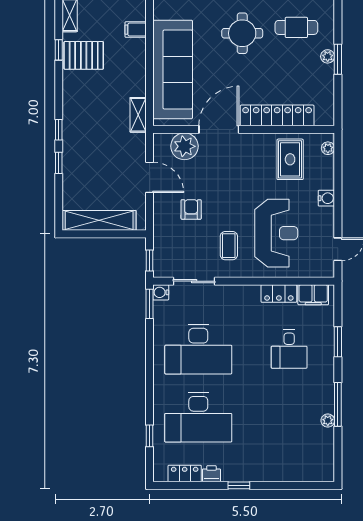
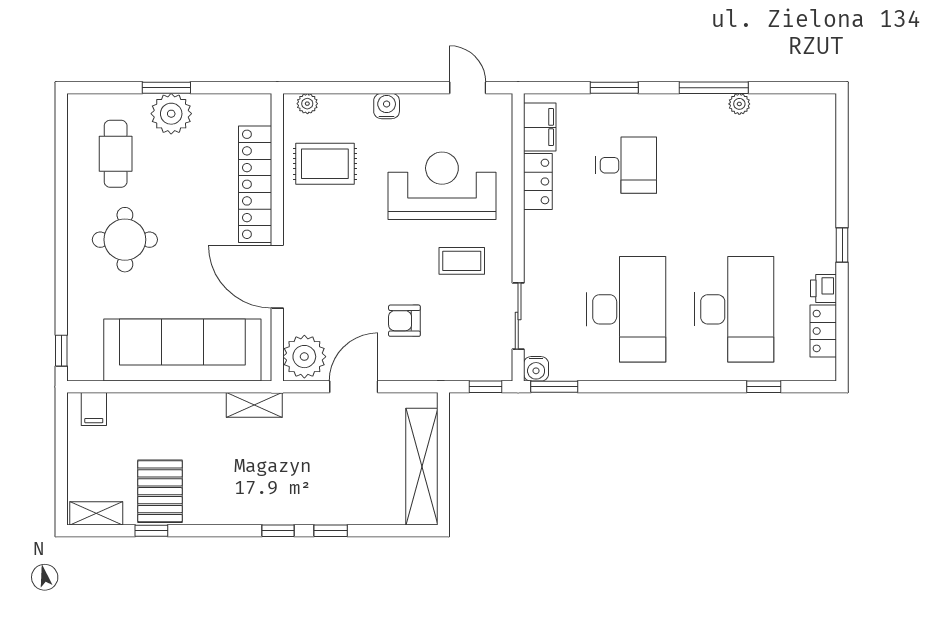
filing cabinet: (136, 30) -> (94, 409), moved
plant: (328, 56) -> (171, 114), width x1.87, depth x1.87
plant: (184, 146) -> (304, 357), moved

